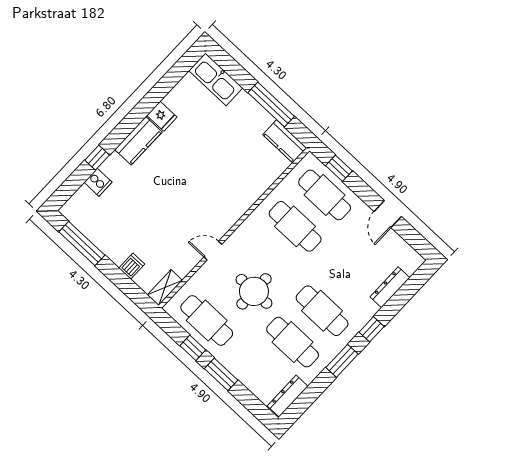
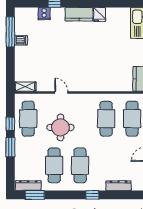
dishwasher: (132, 266) -> (21, 40), moved
window: (342, 361) -> (35, 195), moved

